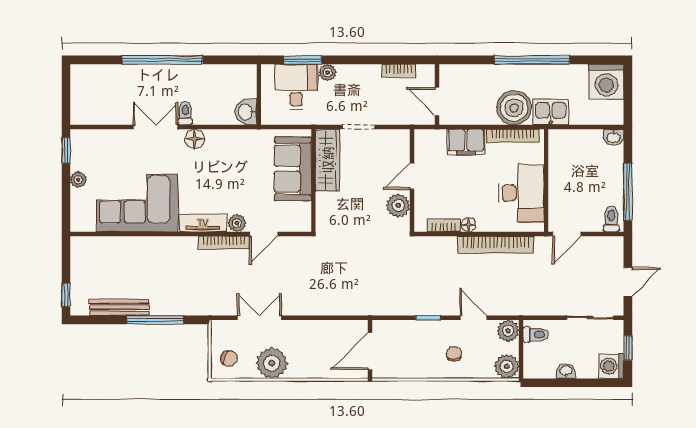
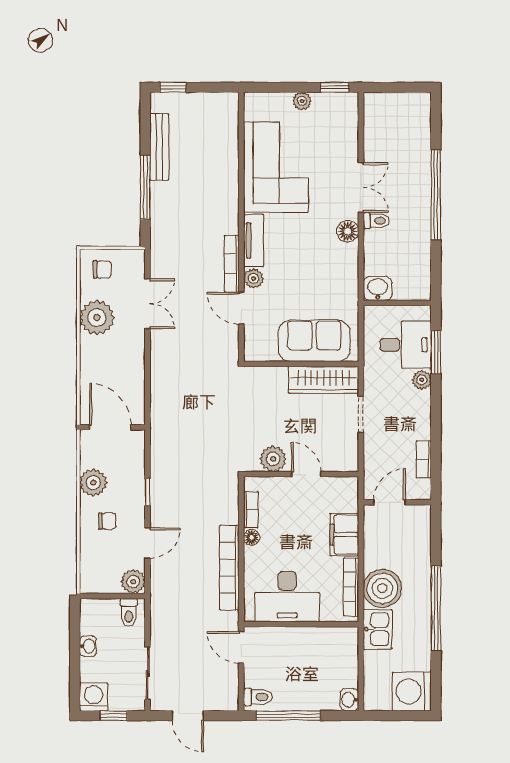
chair: (229, 358) -> (102, 269), turned -107
plant: (507, 366) -> (93, 483), moved

